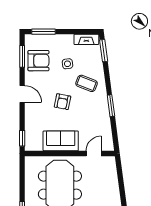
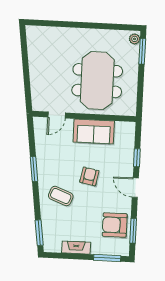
fireplace: (86, 39) -> (76, 248), moved
side table: (67, 64) -> (81, 220), removed
window: (22, 138) -> (137, 158), moved

